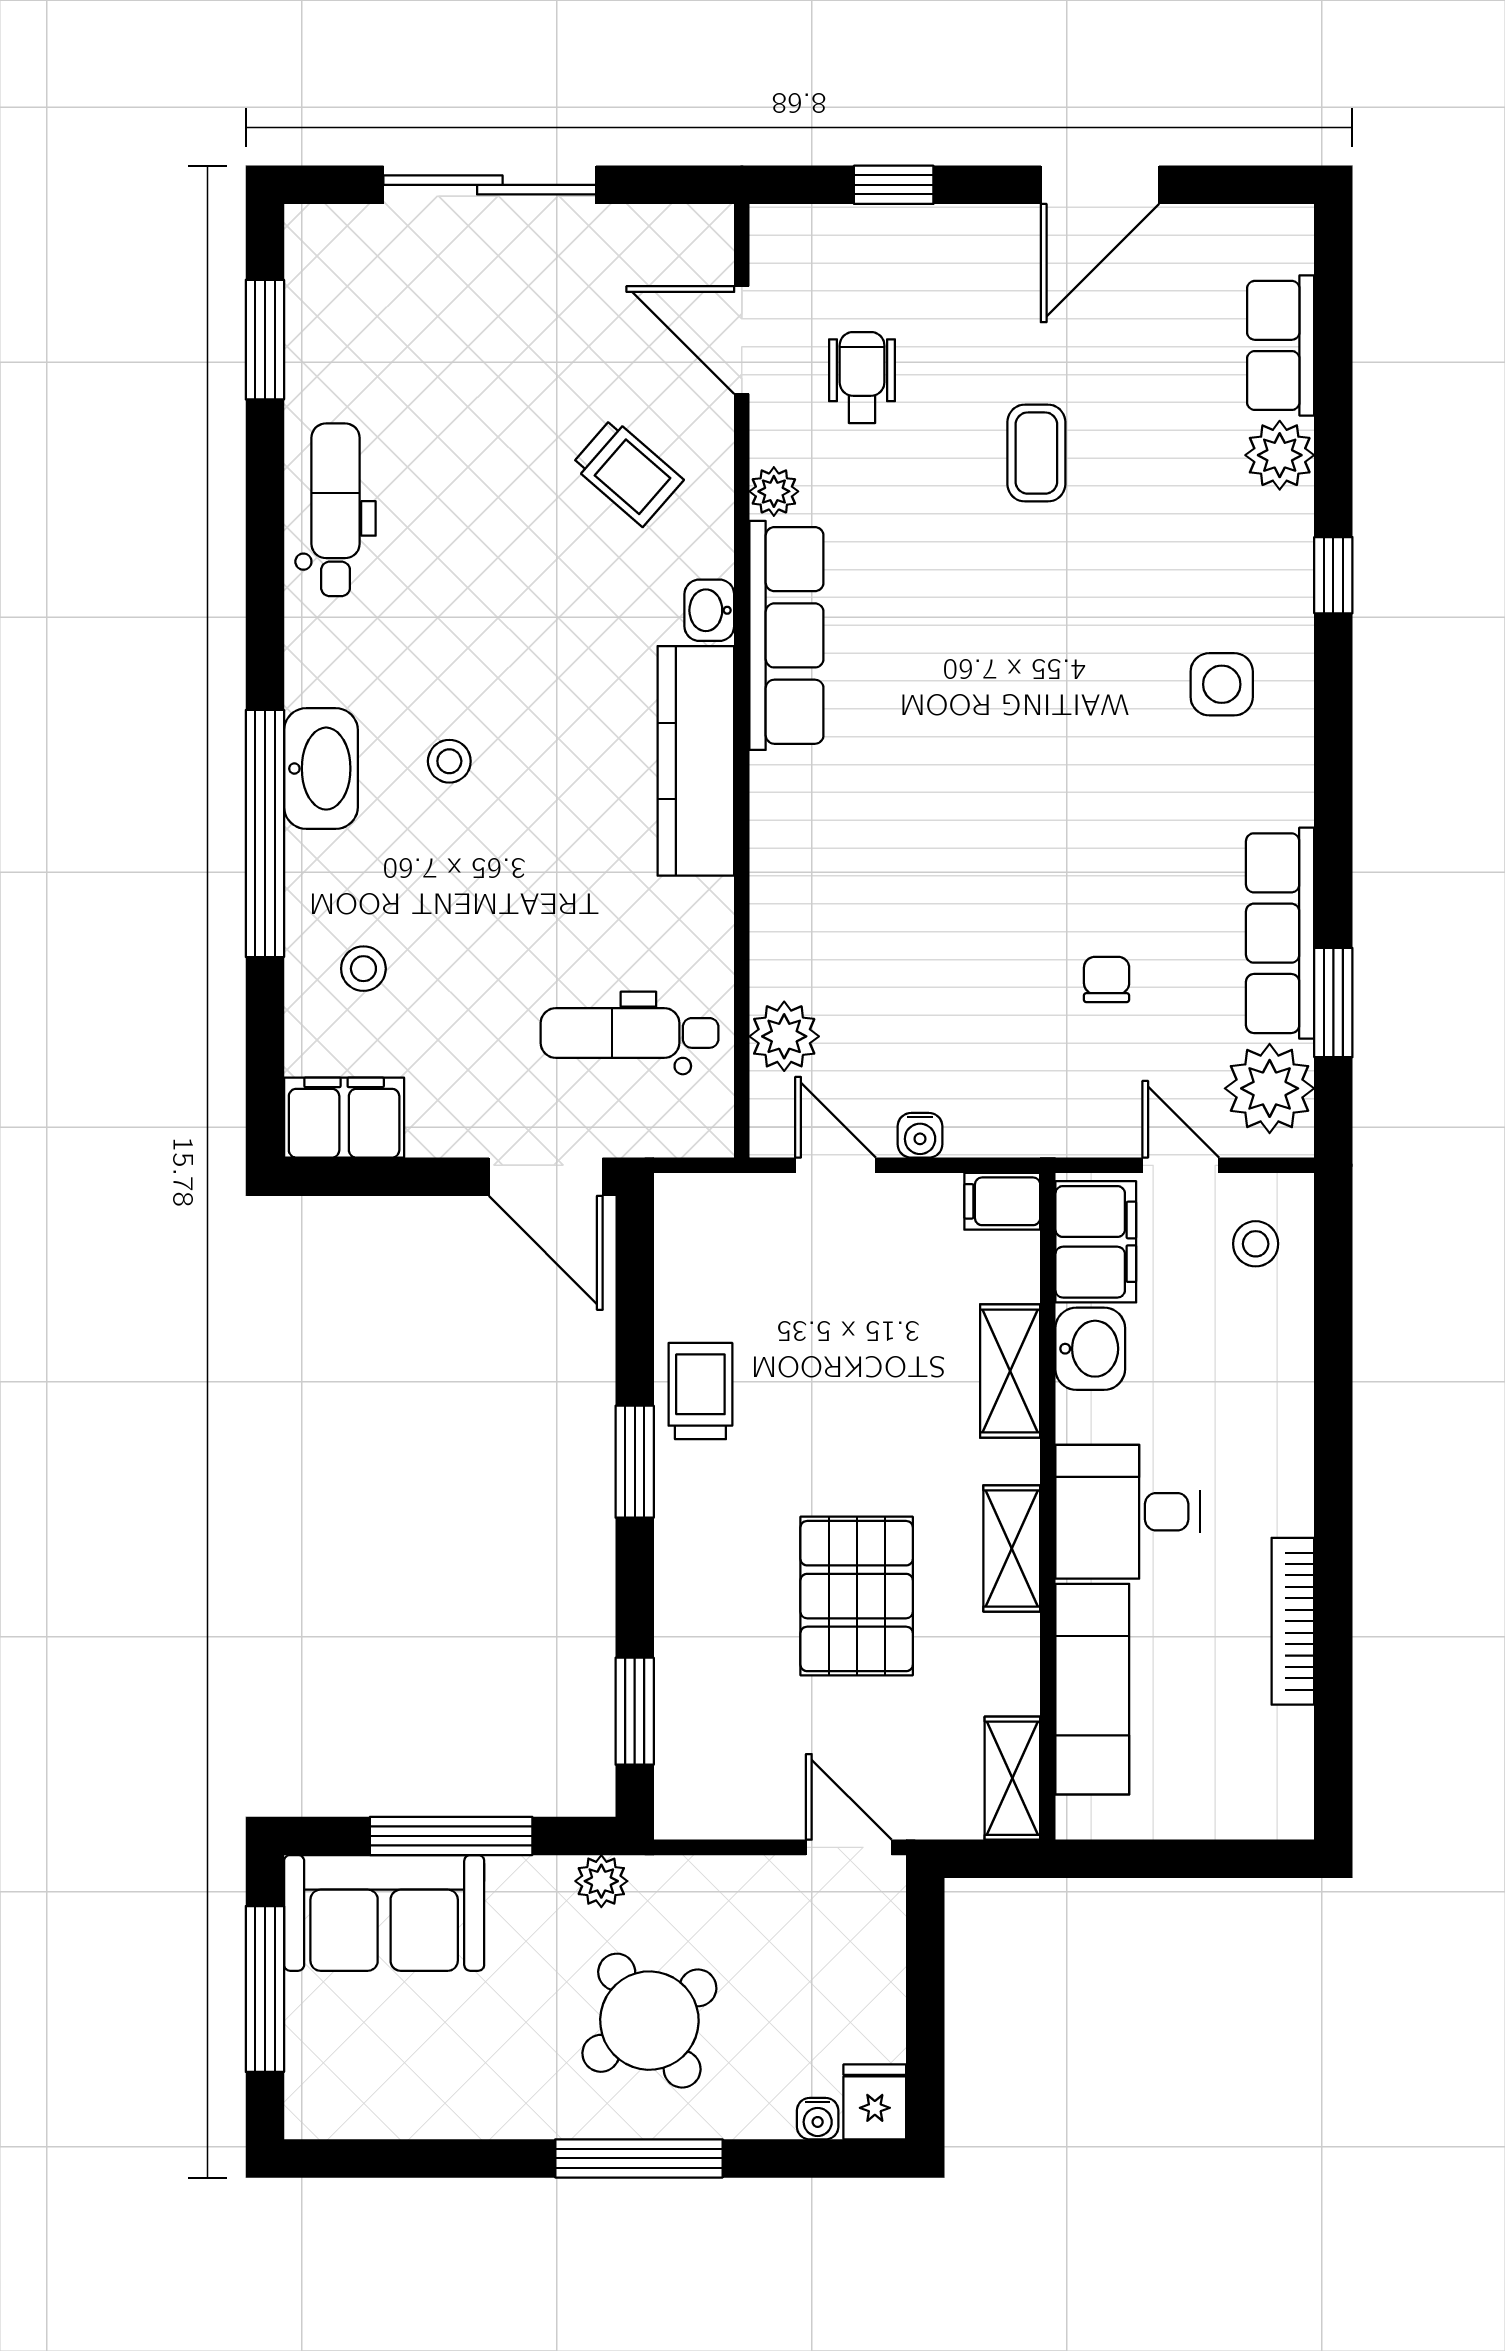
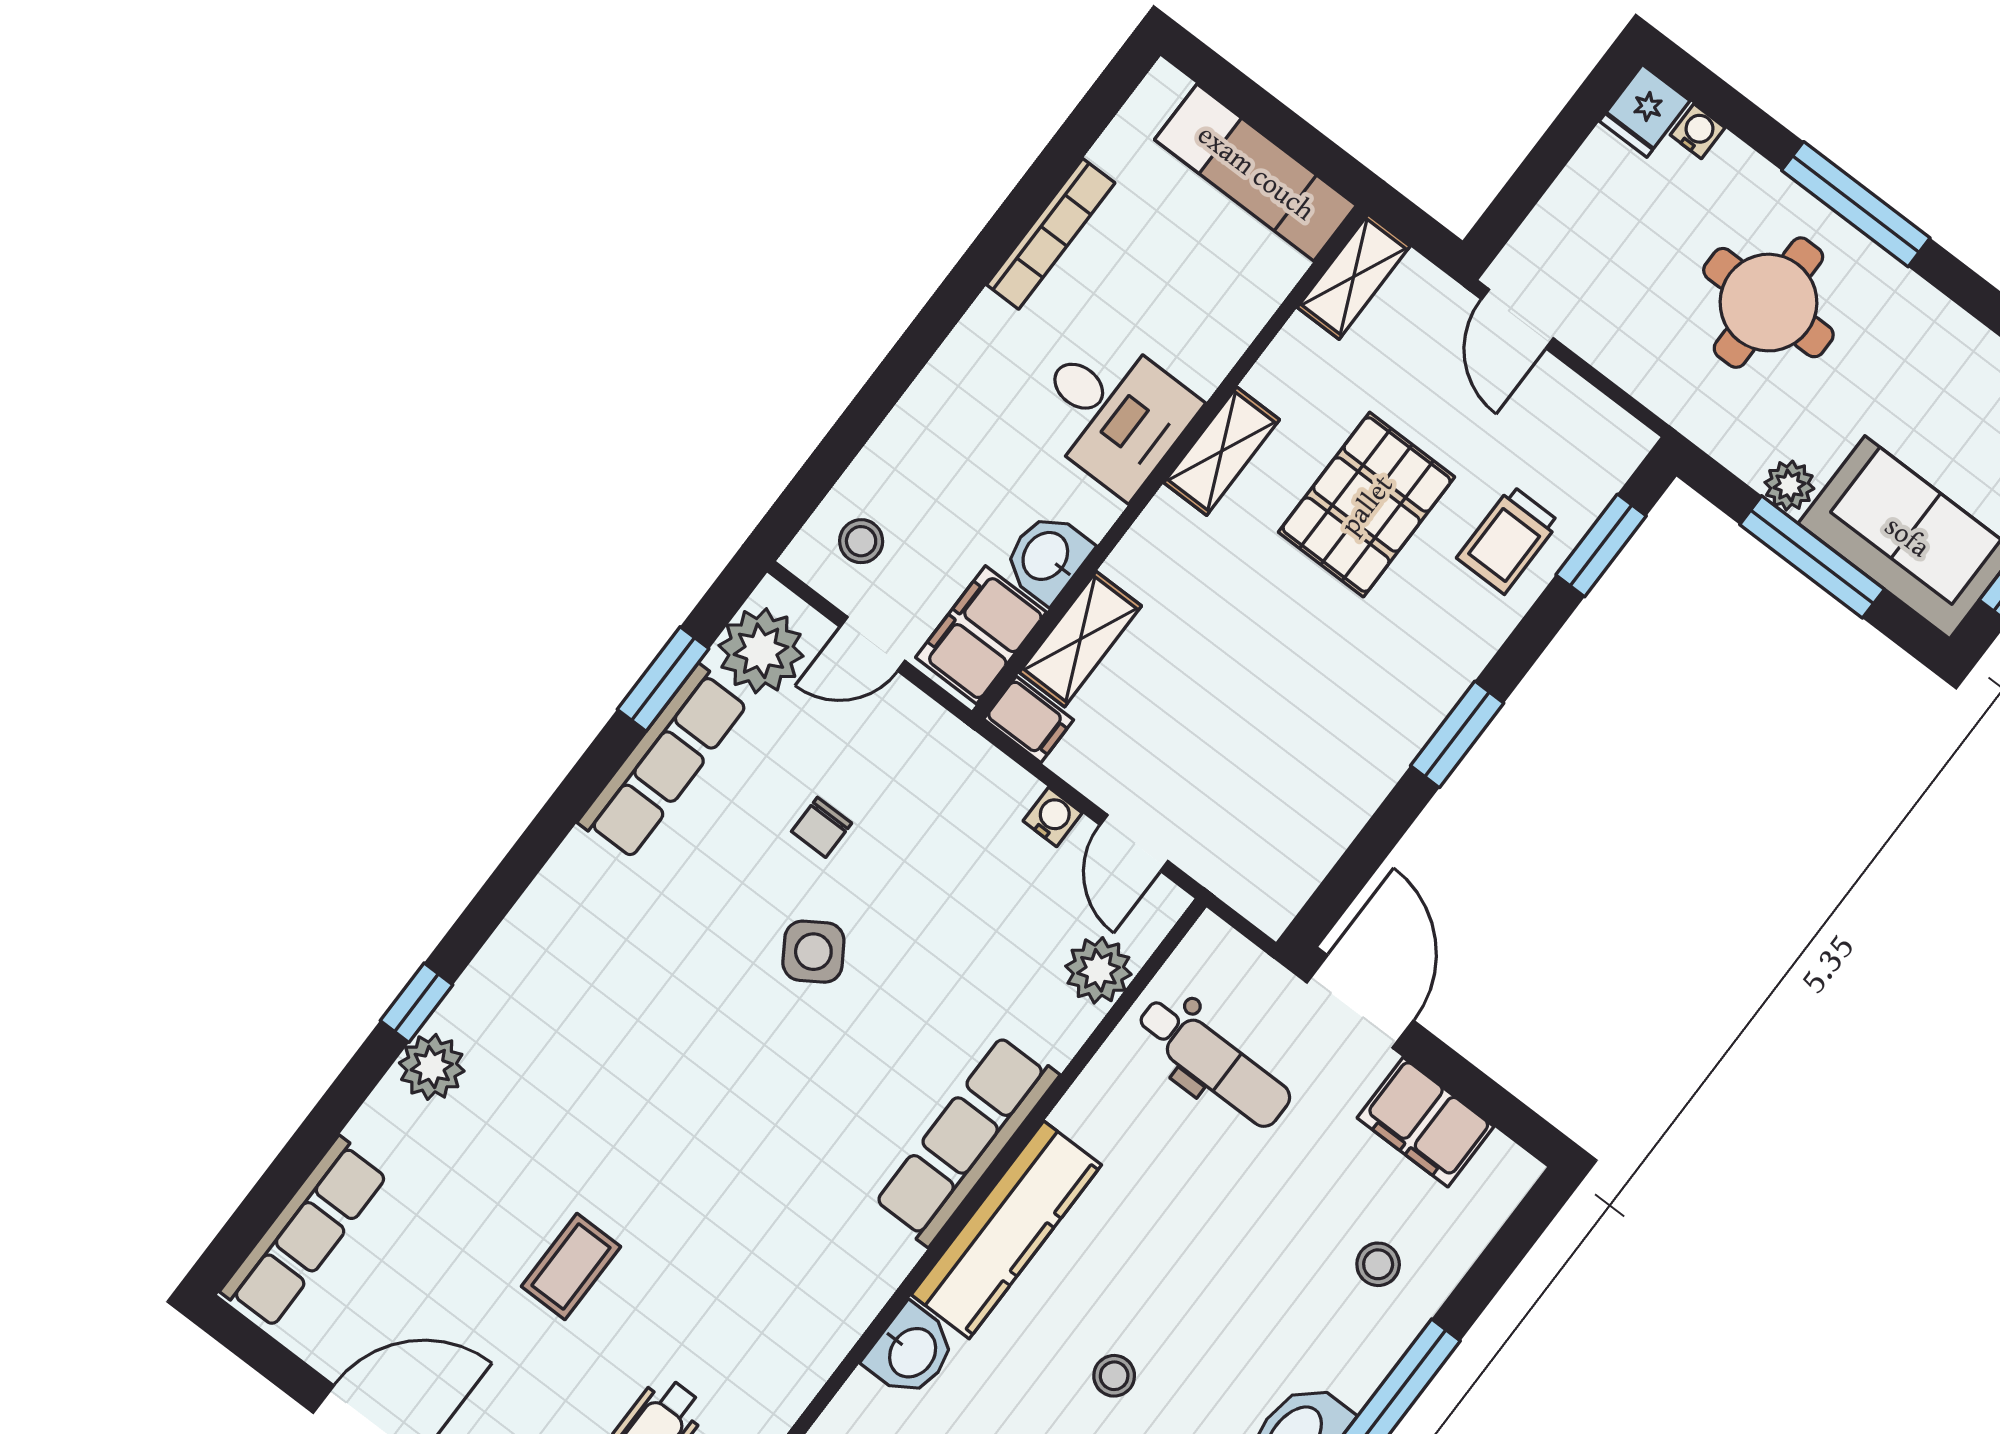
row of seats: (1281, 345) -> (304, 1232), width x1.48
plant: (1280, 455) -> (432, 1067), moved
plant: (774, 491) -> (792, 1389), removed
washbasin: (709, 610) -> (911, 1351), width x1.38, depth x1.45
row of seats: (786, 635) -> (966, 1140), moved
side table: (1222, 684) -> (813, 952), moved, turned -33
stool: (449, 761) -> (1114, 1376), moved
filing cabinet: (344, 1118) -> (1426, 1122), moved
door: (1181, 1165) -> (873, 644), hinge flipped
shelving: (1010, 1371) -> (1080, 639), moved
trolley: (700, 1391) -> (1508, 540), moved
exam couch: (1092, 1689) -> (1256, 173), moved, turned -90
plant: (601, 1881) -> (1789, 486), moved
round table: (649, 2021) -> (1768, 303), turned 34

